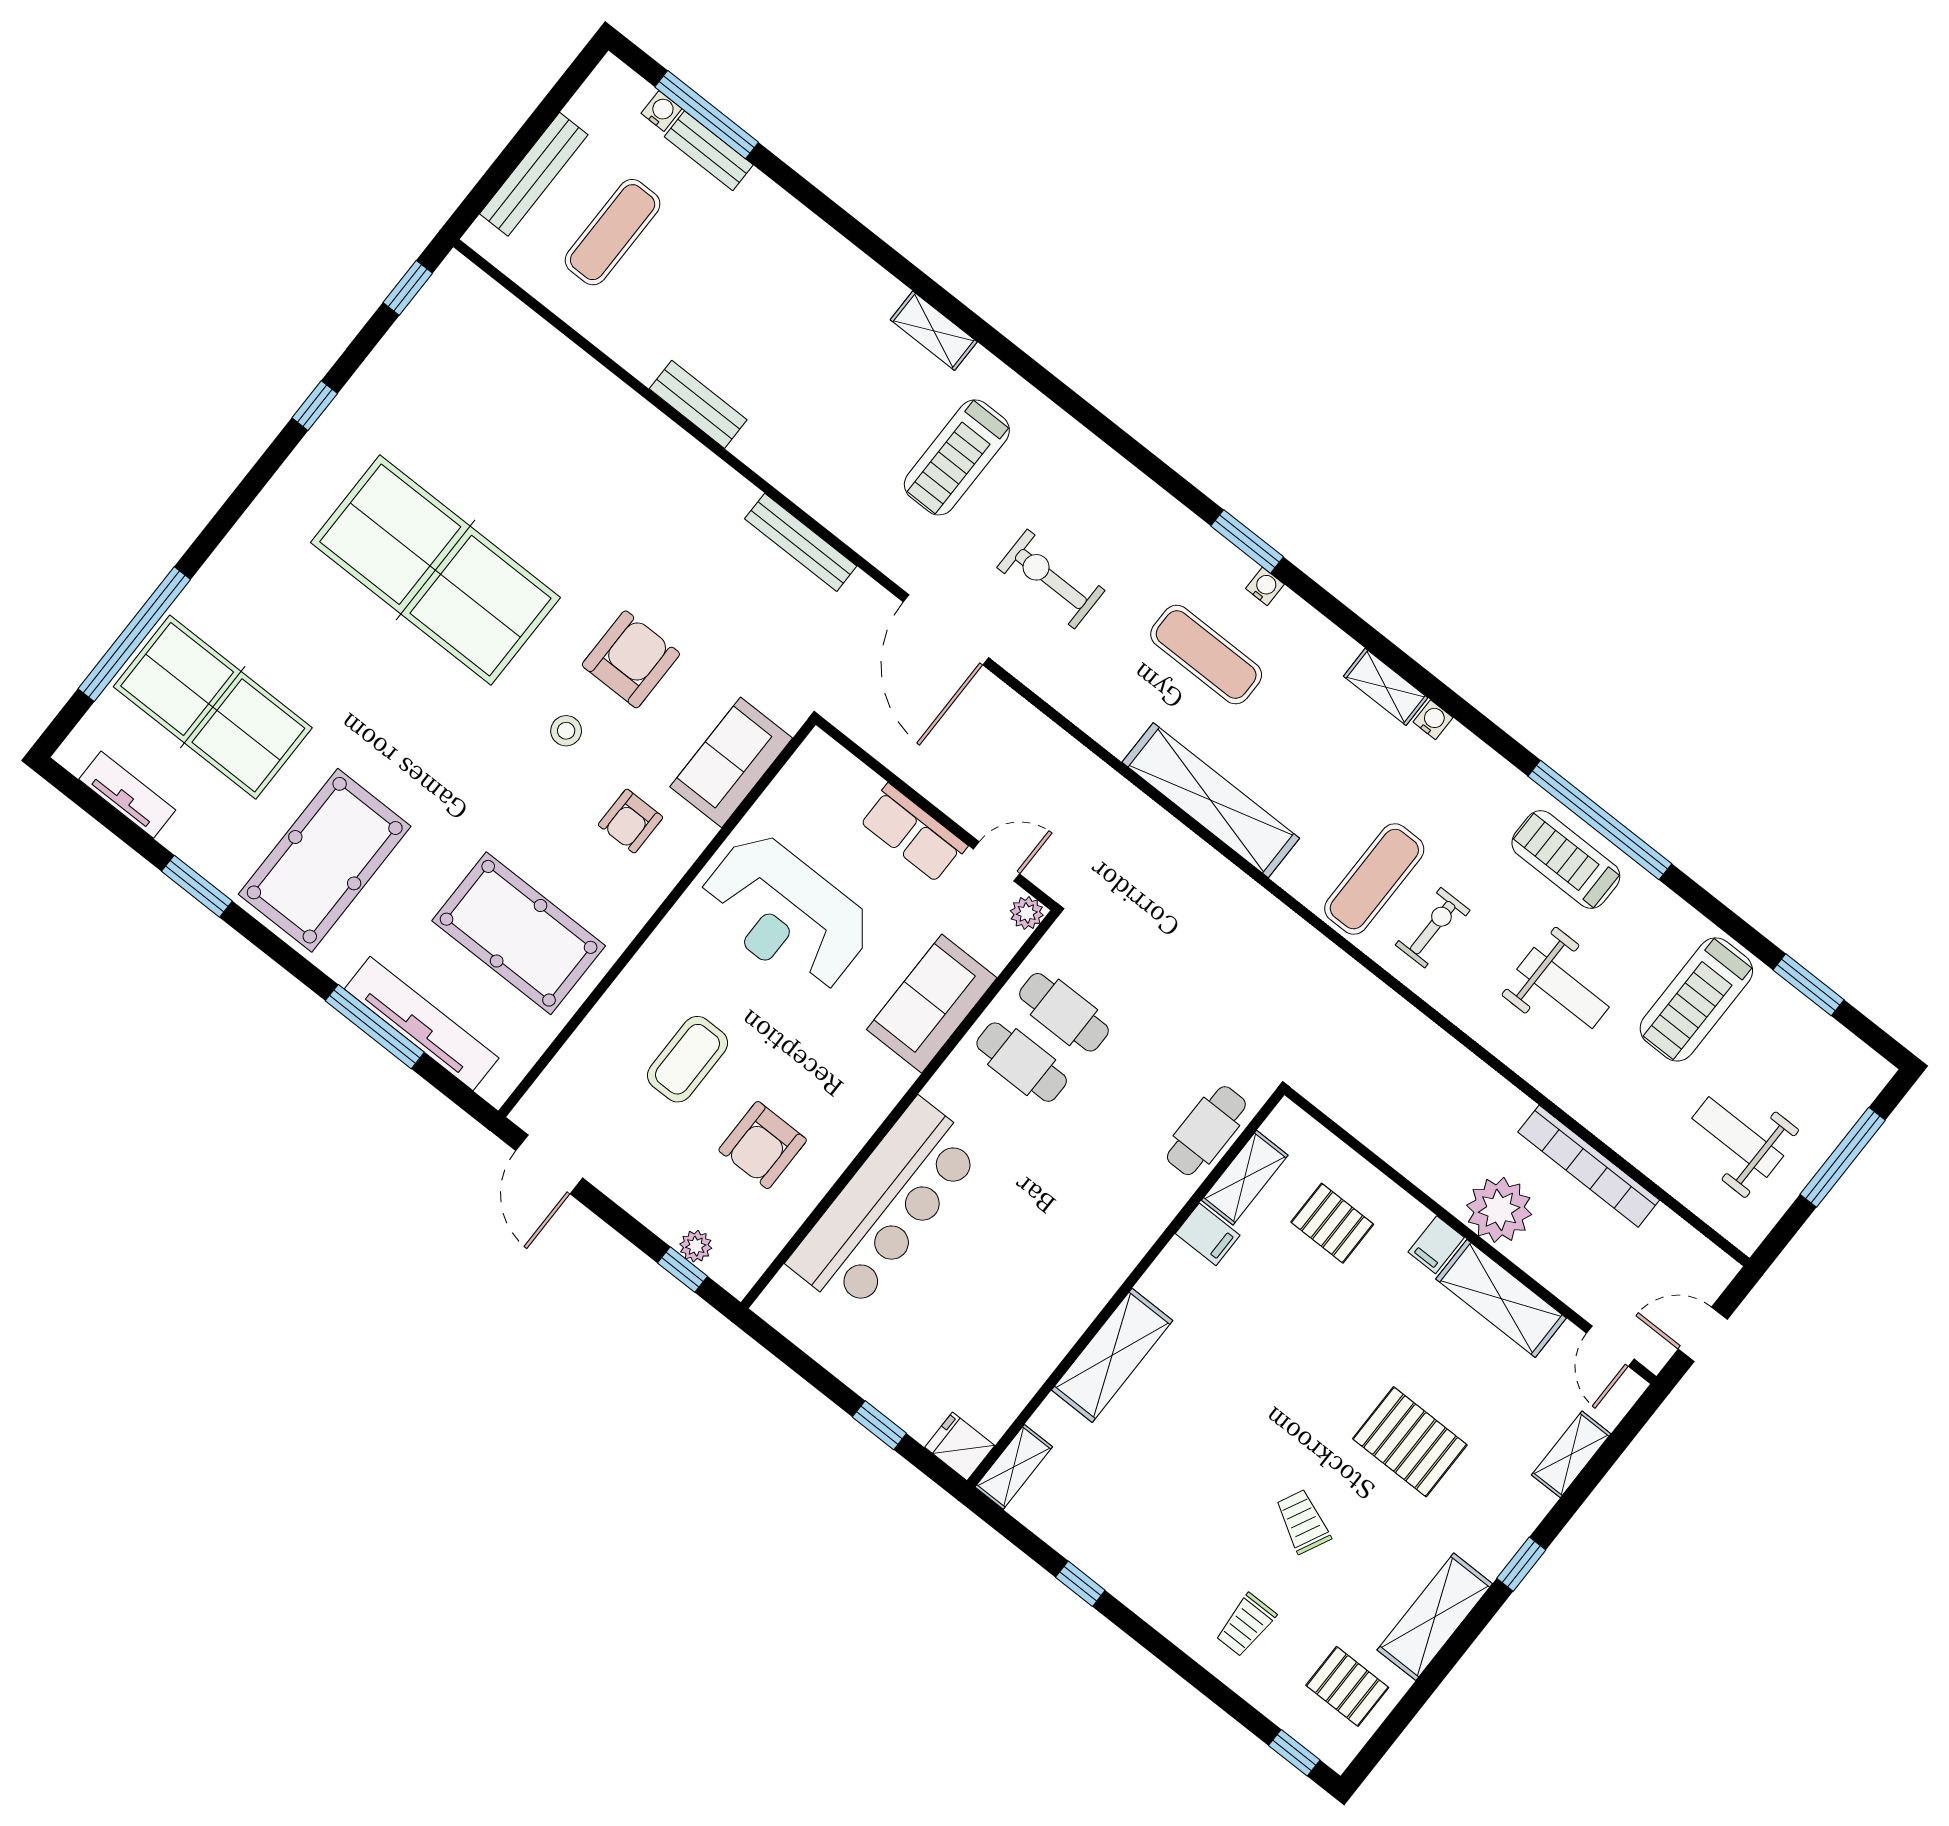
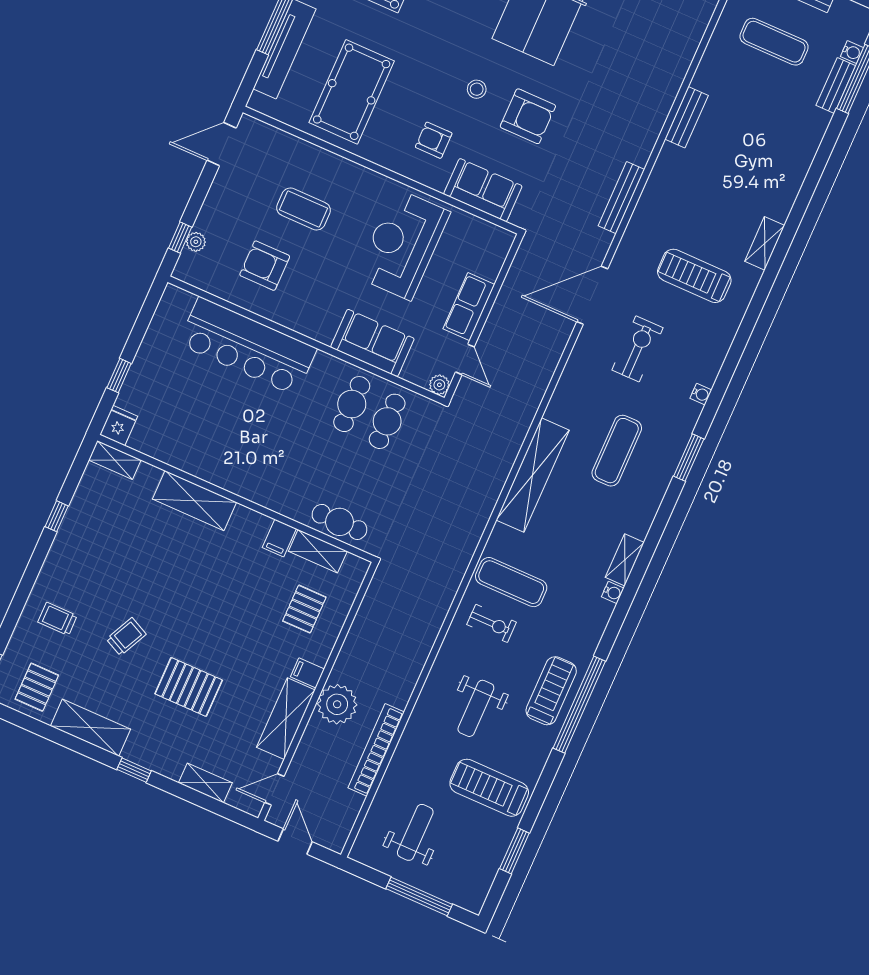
water cooler: (1265, 586) -> (701, 394), moved
pallet: (1410, 1442) -> (189, 687), turned 90

